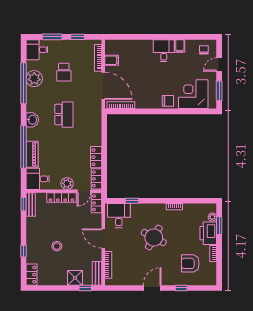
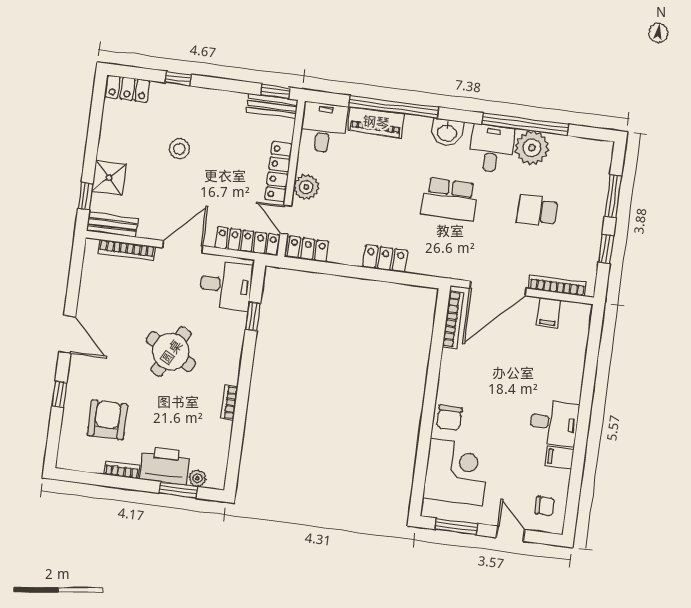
desk: (37, 50) -> (492, 148), moved
locker: (96, 157) -> (385, 259), moved
locker: (97, 203) -> (247, 241), width x1.53

